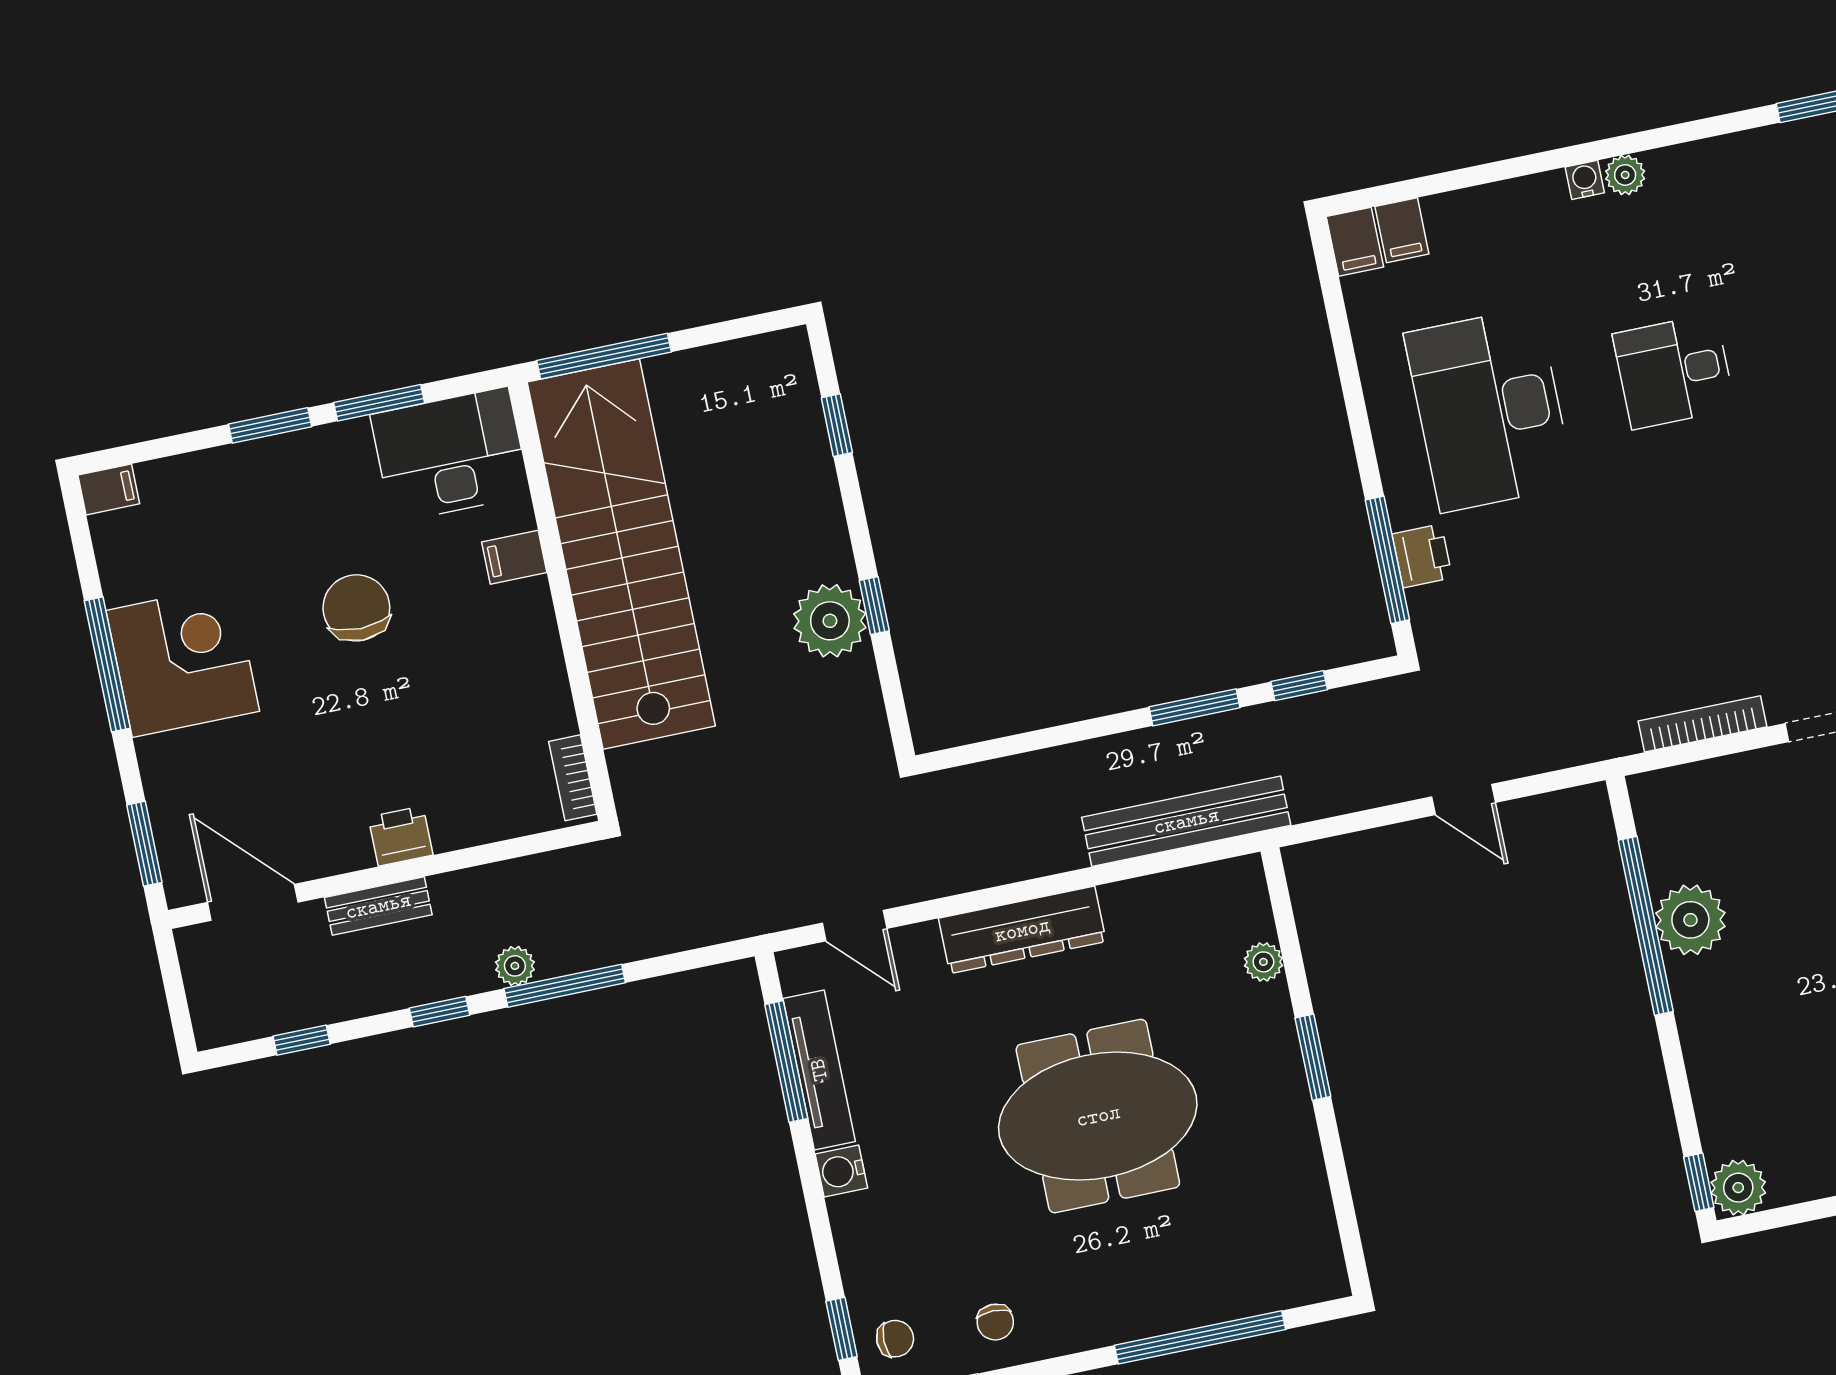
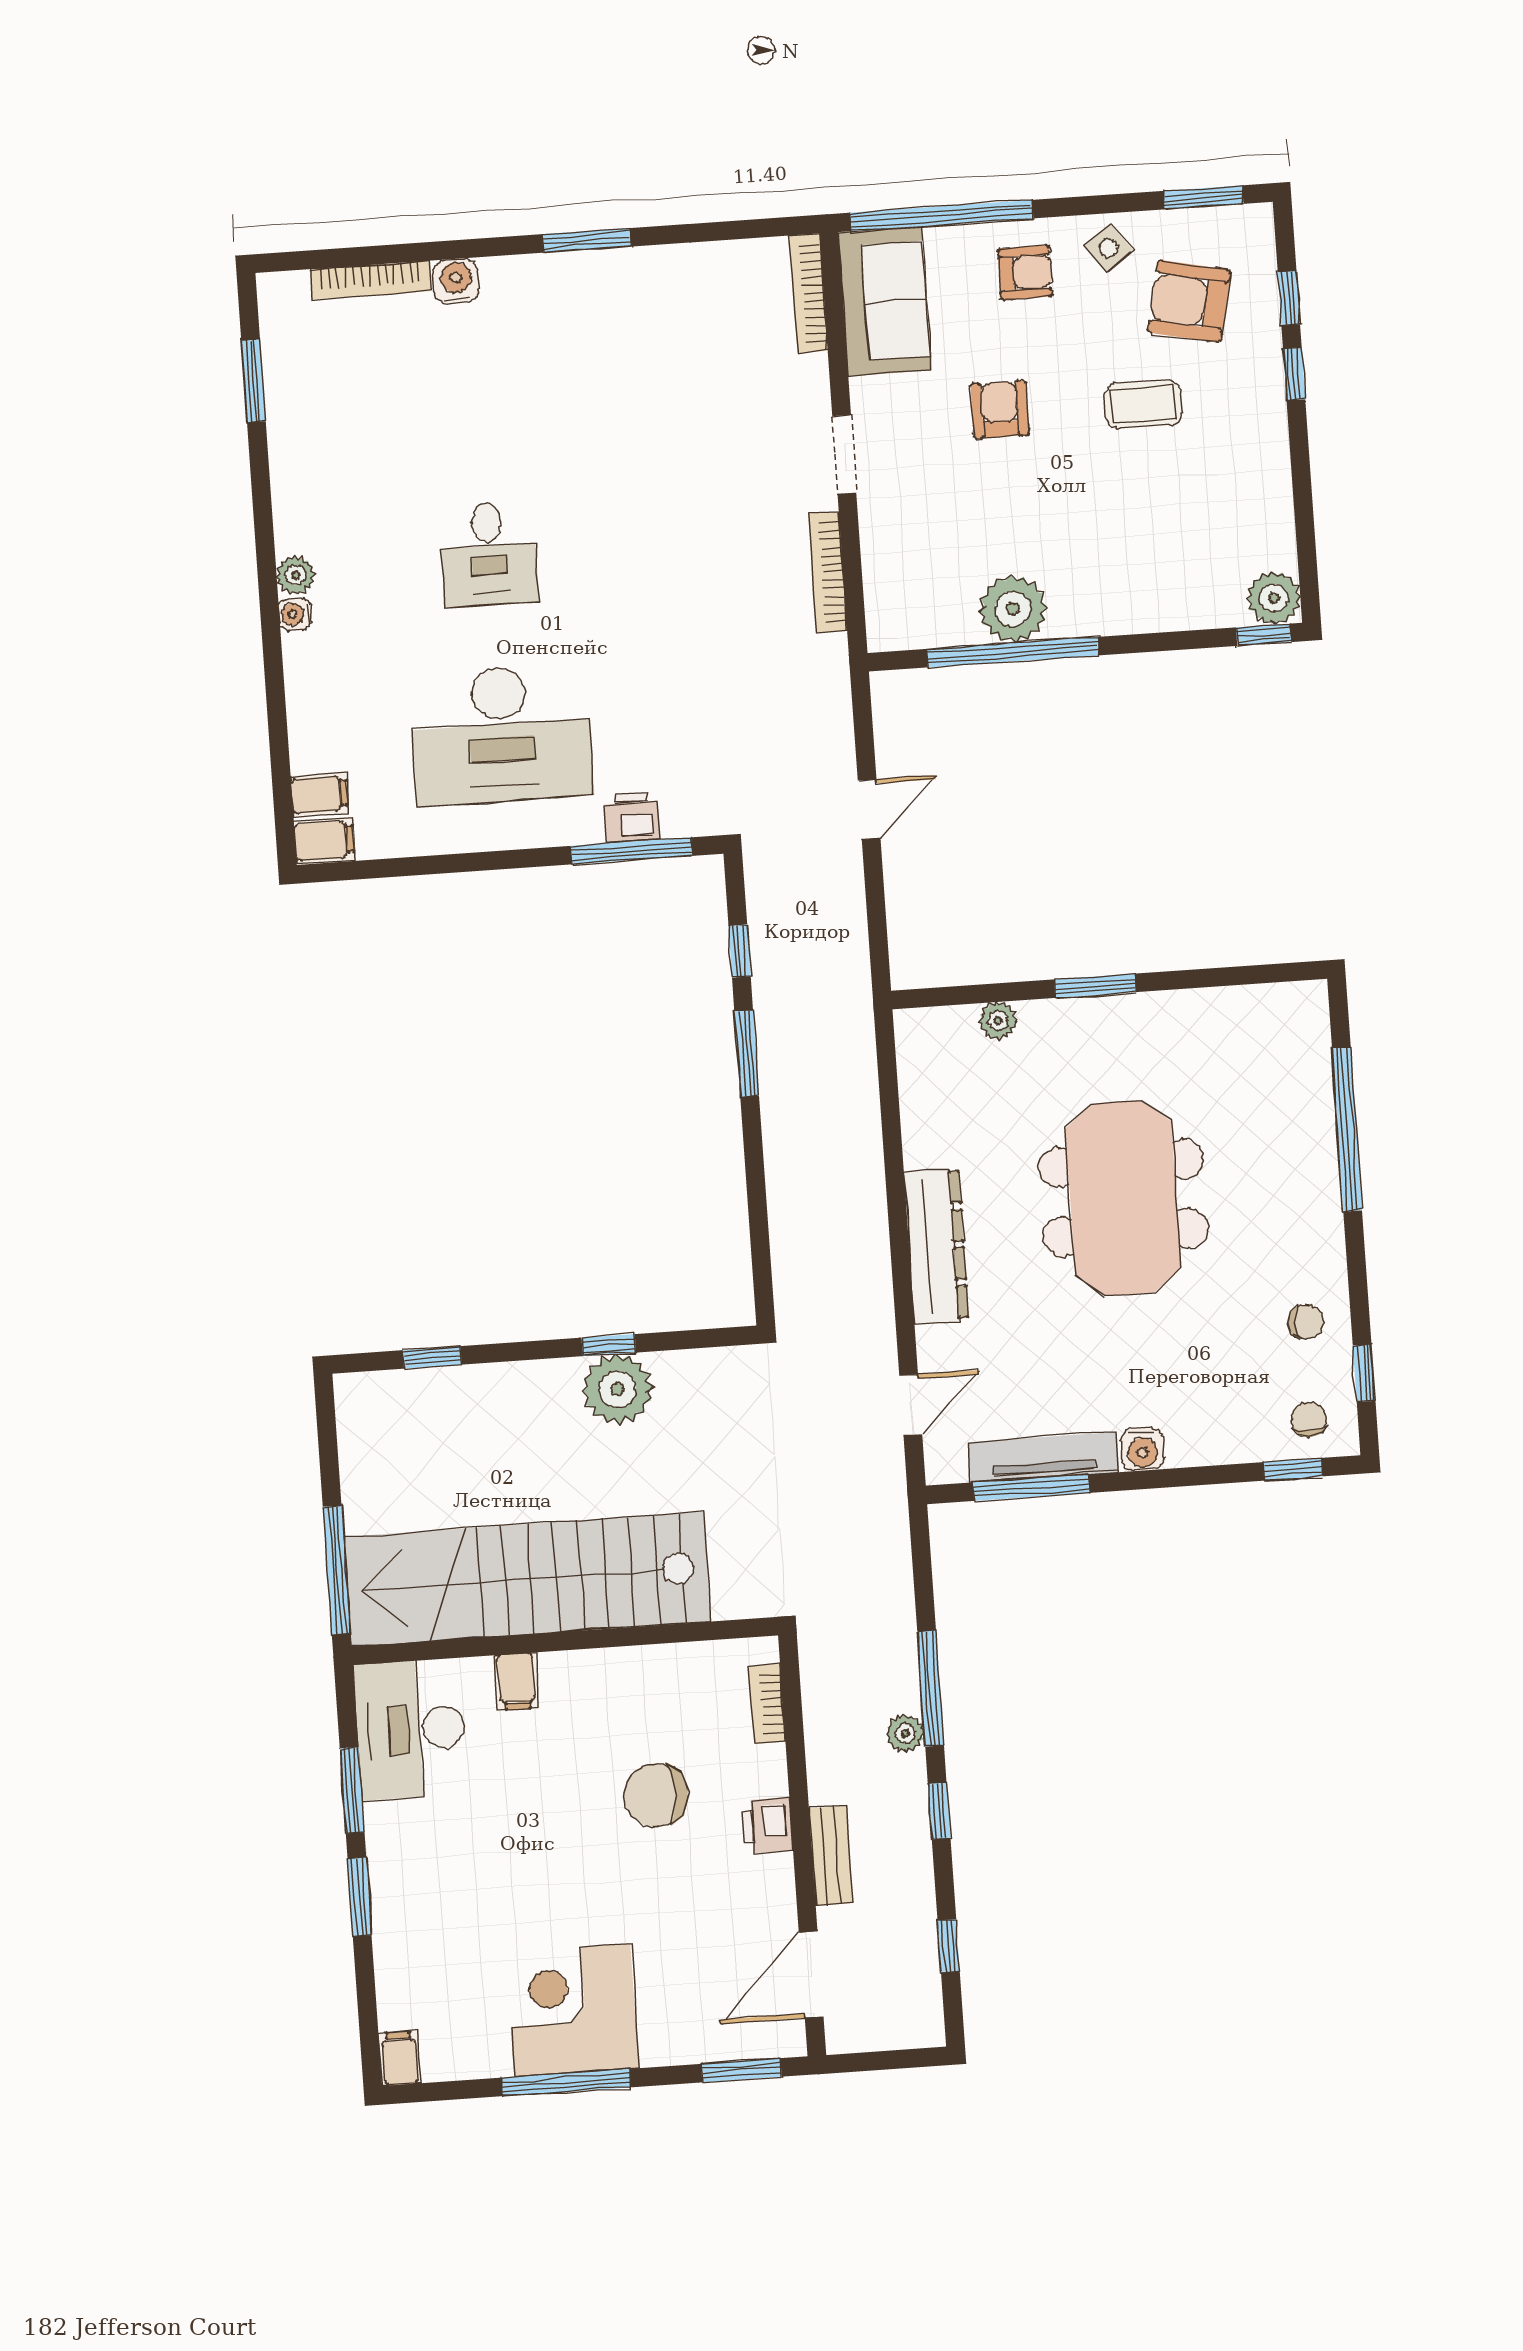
chair: (356, 608) -> (656, 1795), moved
bookcase: (573, 778) -> (767, 1704), moved, turned 90
bench: (1186, 821) -> (854, 1076), removed

